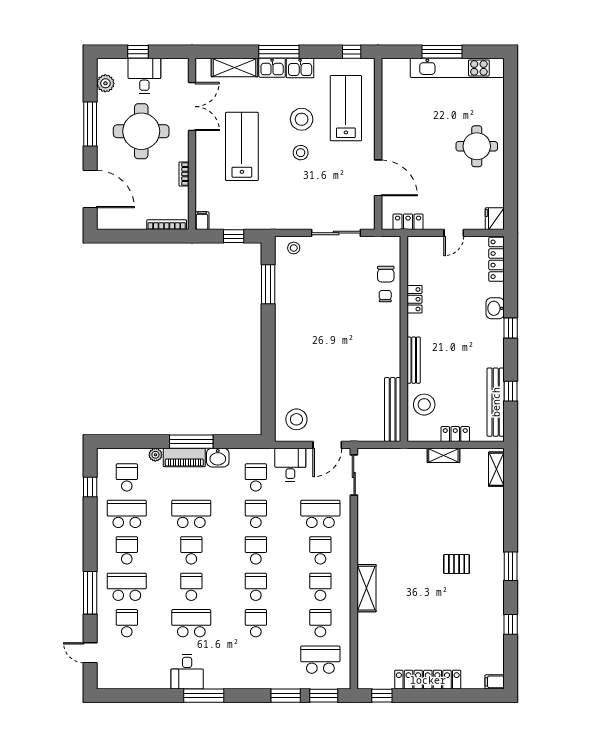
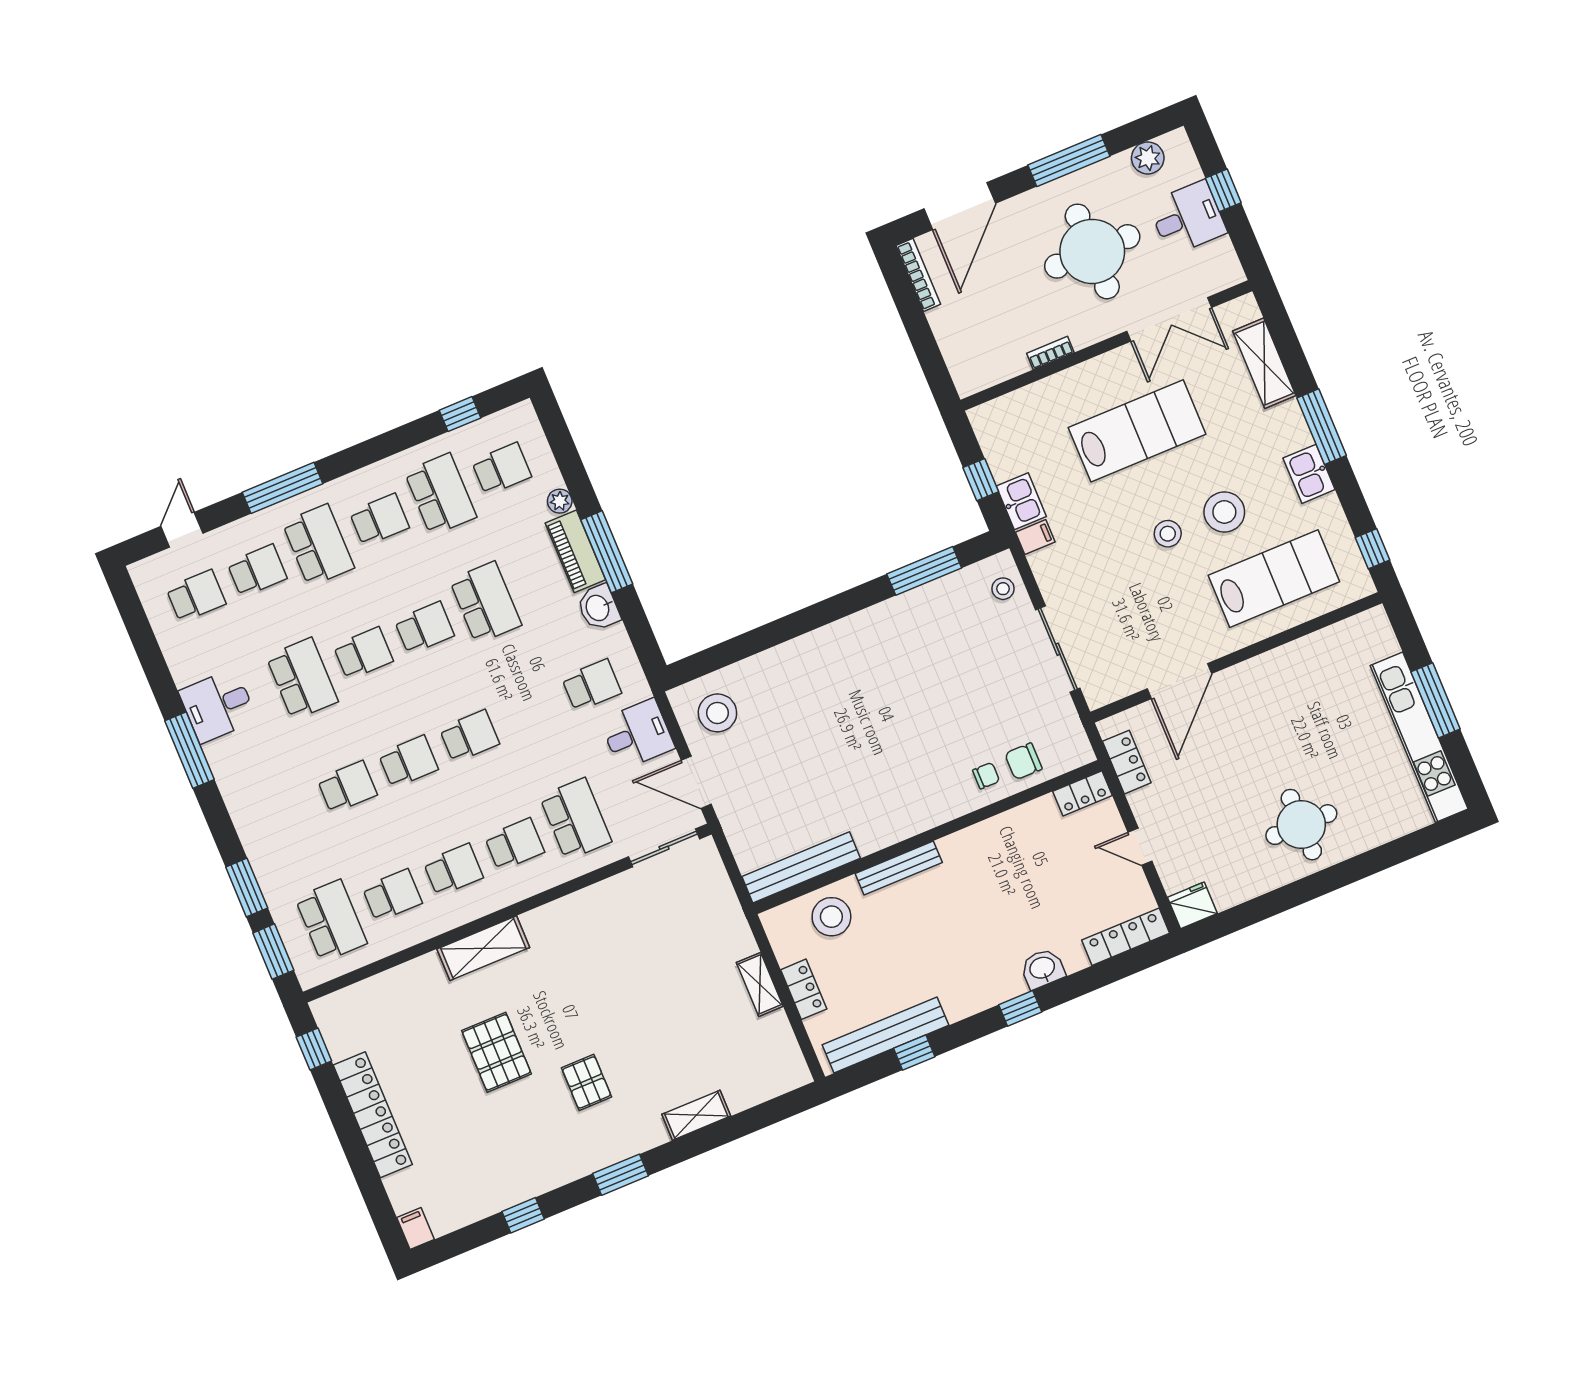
kitchen sink: (272, 68) -> (1021, 501), moved, turned 180
filing cabinet: (202, 221) -> (1035, 537), moved
bookcase: (167, 225) -> (918, 275), moved
locker: (415, 299) -> (1082, 793), moved
shelving: (496, 469) -> (696, 1115), moved
school desk: (256, 514) -> (196, 596), moved
pallet: (422, 603) -> (496, 1052), added

